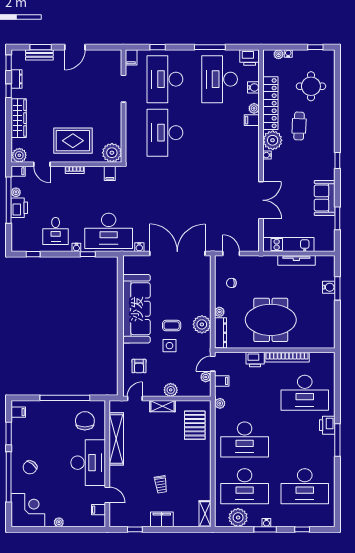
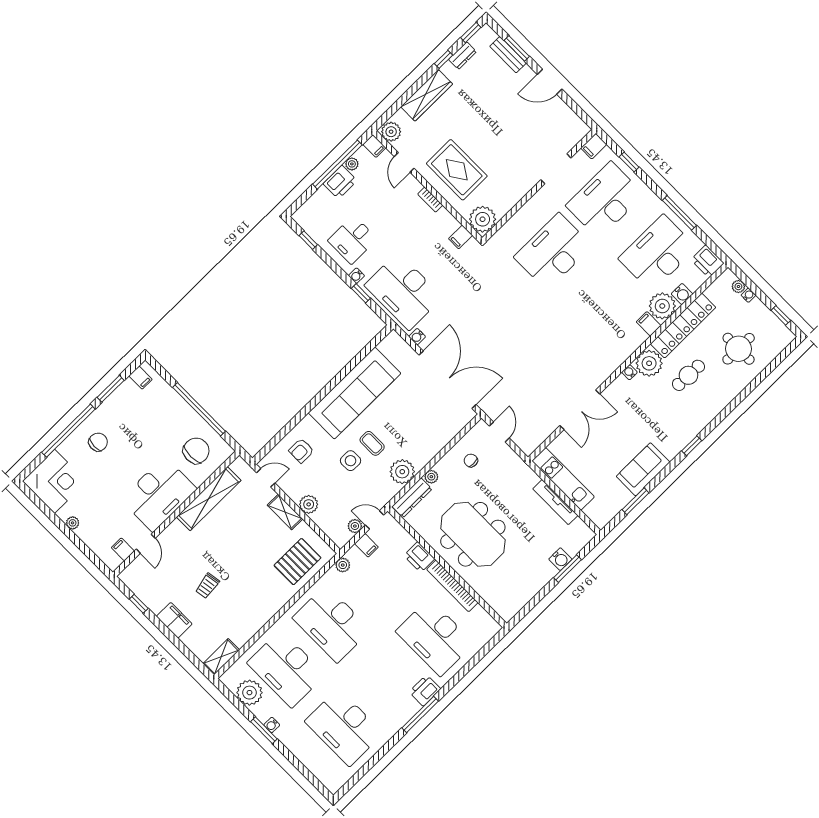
plant: (254, 108) -> (662, 306), width x1.87, depth x1.87
chair: (30, 467) -> (98, 442), turned 144
window: (302, 529) -> (300, 766), removed

